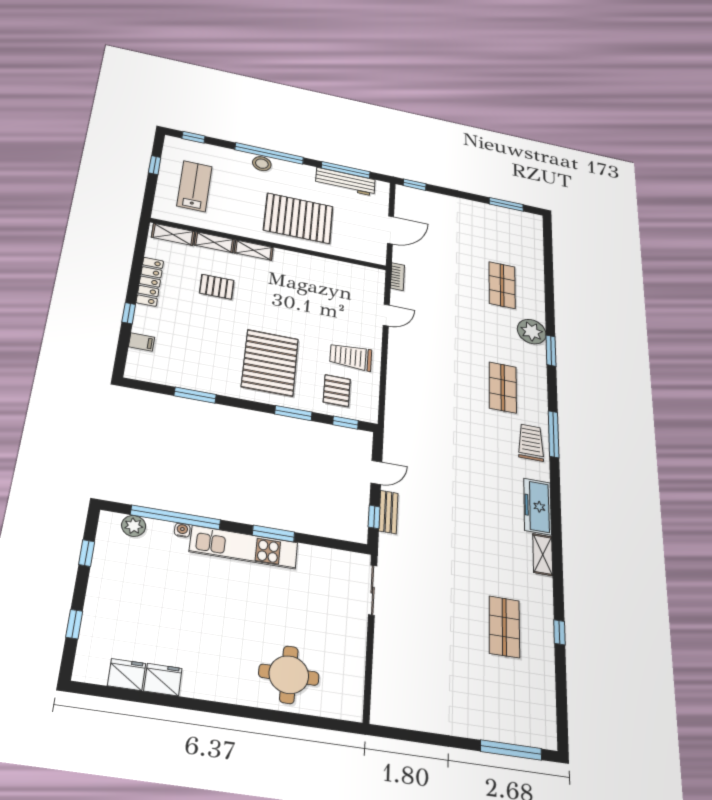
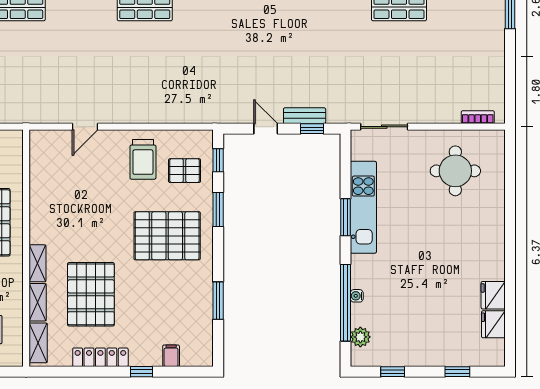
bookcase: (397, 277) -> (478, 117), moved
pallet: (217, 287) -> (91, 294), width x2.05, depth x2.00
door: (386, 315) -> (85, 127), swing flipped
kitchen unit: (244, 547) -> (363, 207), moved
round table: (289, 675) -> (455, 171), moved

